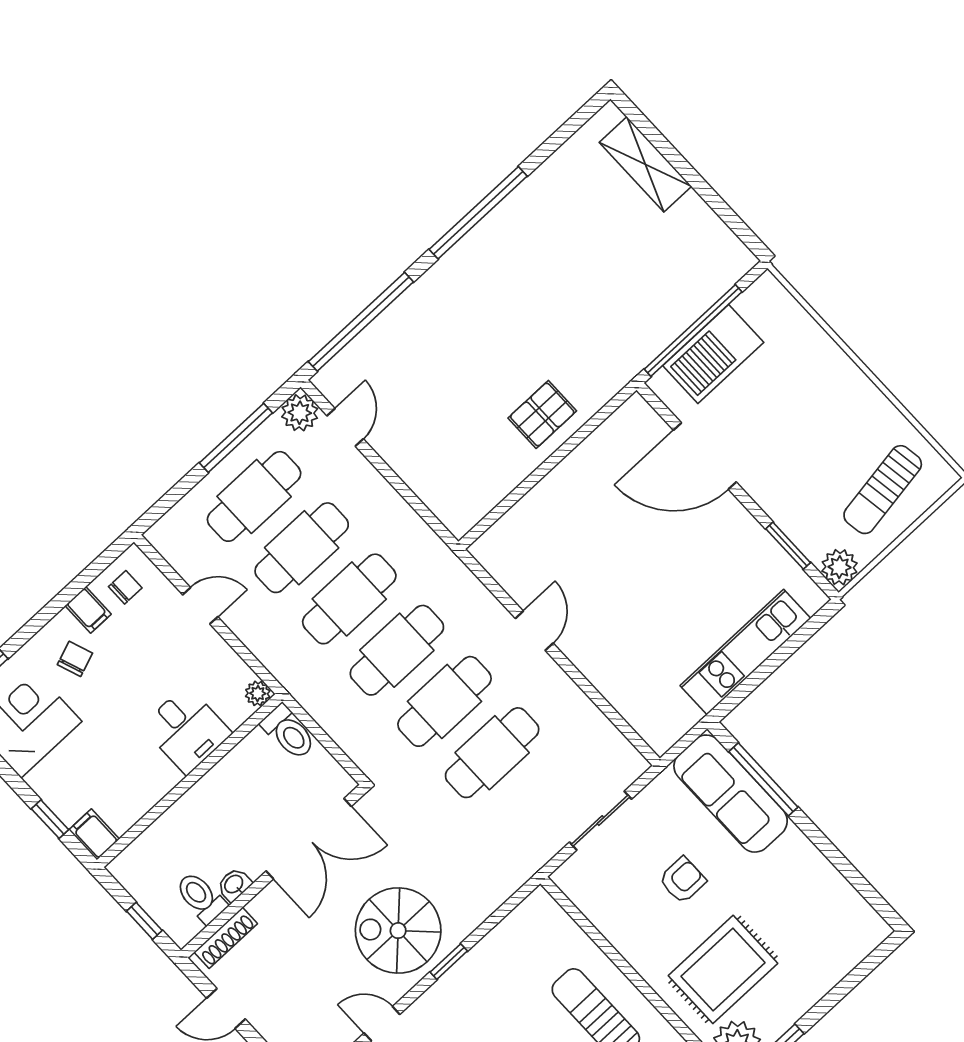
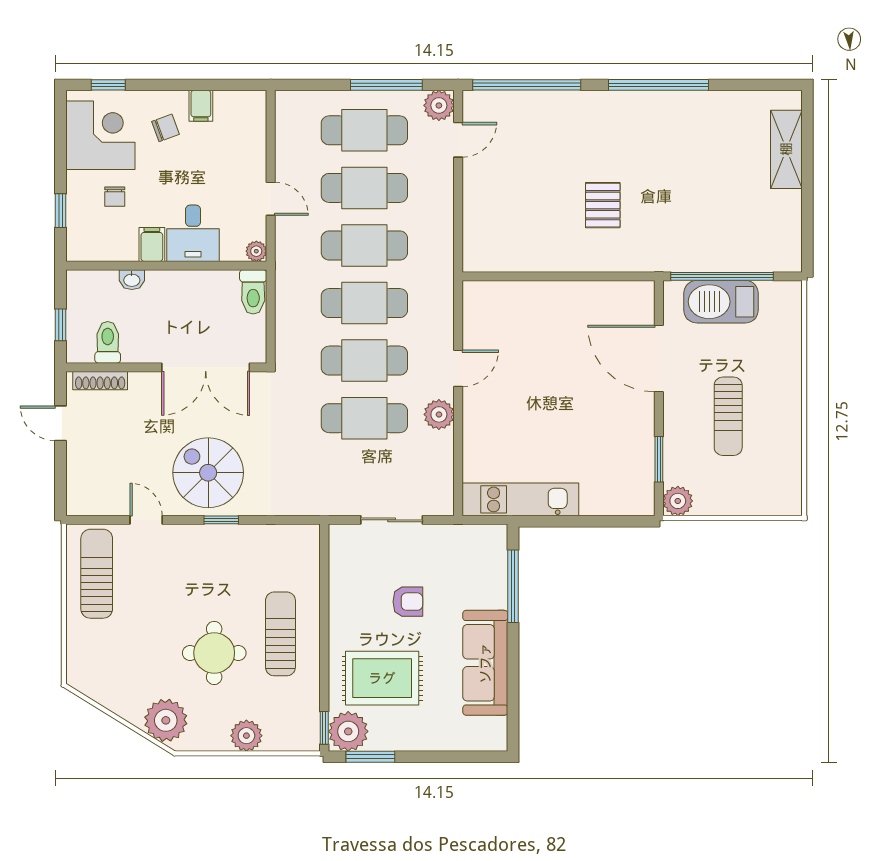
pallet: (542, 414) -> (603, 205), moved, turned 90
sun lounger: (883, 490) -> (728, 416), moved, turned -81
chair: (125, 587) -> (115, 197), moved, turned 90
door: (200, 606) -> (271, 199), moved
kitchen unit: (745, 652) -> (520, 499), moved
plant: (555, 688) -> (439, 414), added
sofa: (731, 794) -> (485, 663), moved
filing cabinet: (94, 834) -> (152, 245), moved
washbasin: (234, 885) -> (132, 280), moved, turned 180

